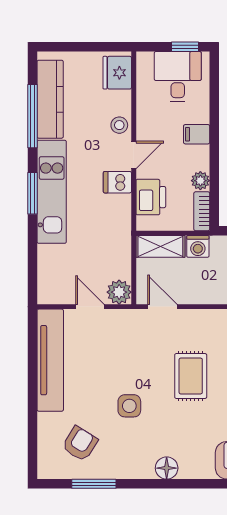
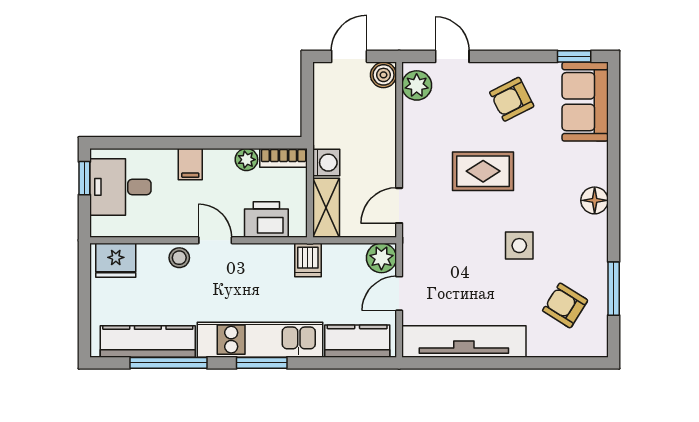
dishwasher: (117, 182) -> (308, 260), moved
kitchen counter: (50, 272) -> (357, 341), added

